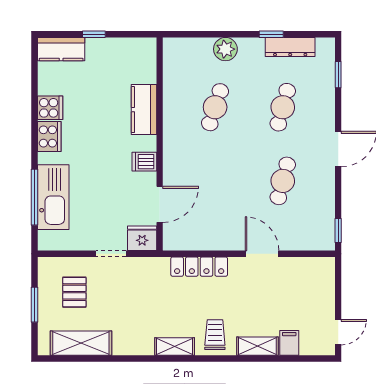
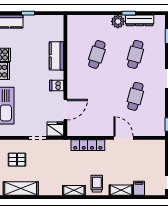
plant: (225, 49) -> (118, 21), moved
pallet: (74, 292) -> (17, 160), turned 90

